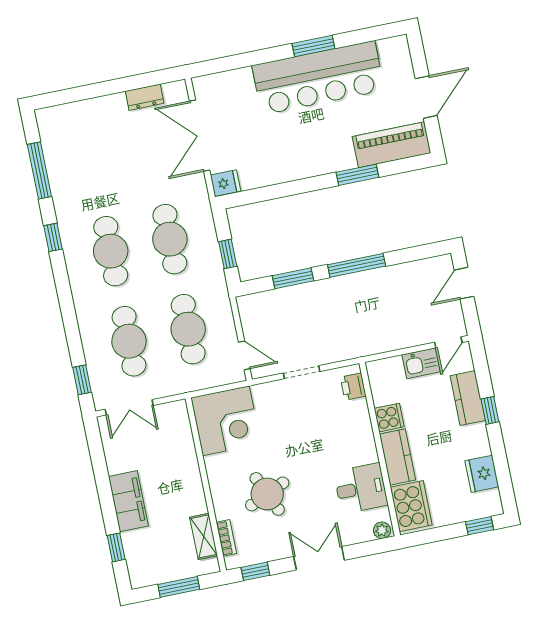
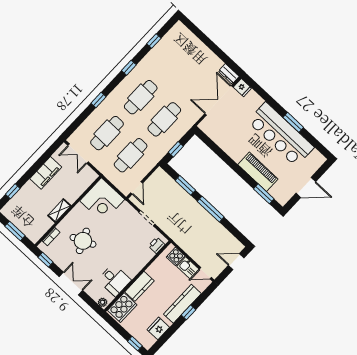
dresser: (145, 97) -> (229, 74), moved
piano: (392, 145) -> (258, 172), moved
window: (39, 171) -> (154, 41), width x0.46
window: (357, 175) -> (264, 194), moved
fridge: (226, 183) -> (242, 88), moved
window: (82, 380) -> (98, 100), moved
kitchen counter: (468, 398) -> (182, 304), width x1.50
cooker: (389, 418) -> (176, 256), moved, turned 90
filing cabinet: (128, 501) -> (46, 173), moved
shelving: (204, 536) -> (59, 211), moved

